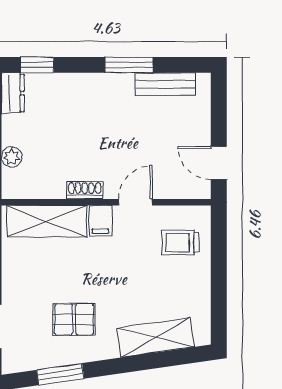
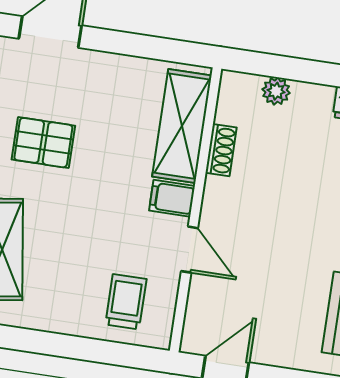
shoe rack: (85, 190) -> (221, 150), moved
pallet: (74, 319) -> (43, 143), turned 90

